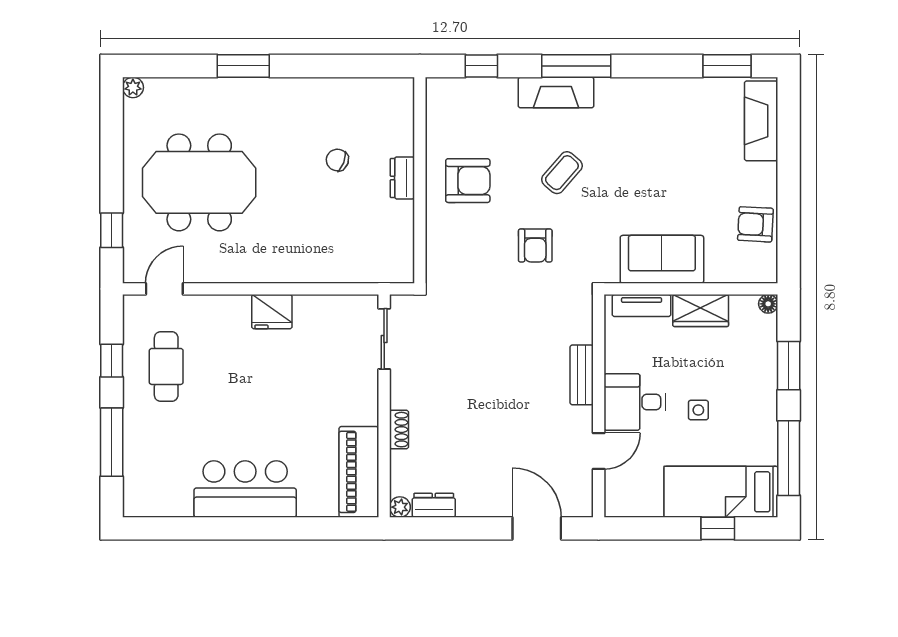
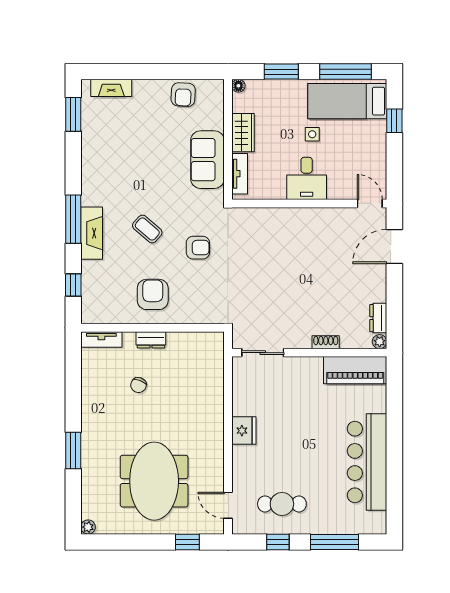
tv unit: (403, 107) -> (101, 339), added
fireplace: (761, 121) -> (111, 88), width x0.73, depth x0.76
bench: (582, 375) -> (288, 215), removed
door: (599, 451) -> (370, 203), moved
bar counter: (245, 489) -> (367, 462), width x1.36
bed: (721, 492) -> (347, 101), moved, turned 90

